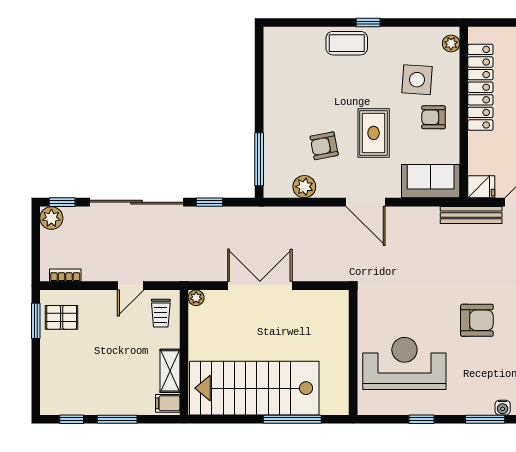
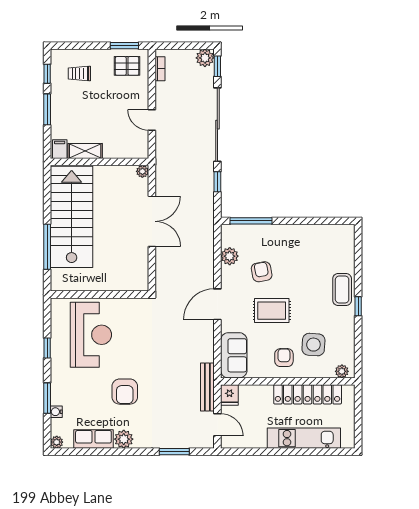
trolley: (161, 313) -> (79, 73), moved
pallet: (62, 317) -> (127, 66), turned 90

